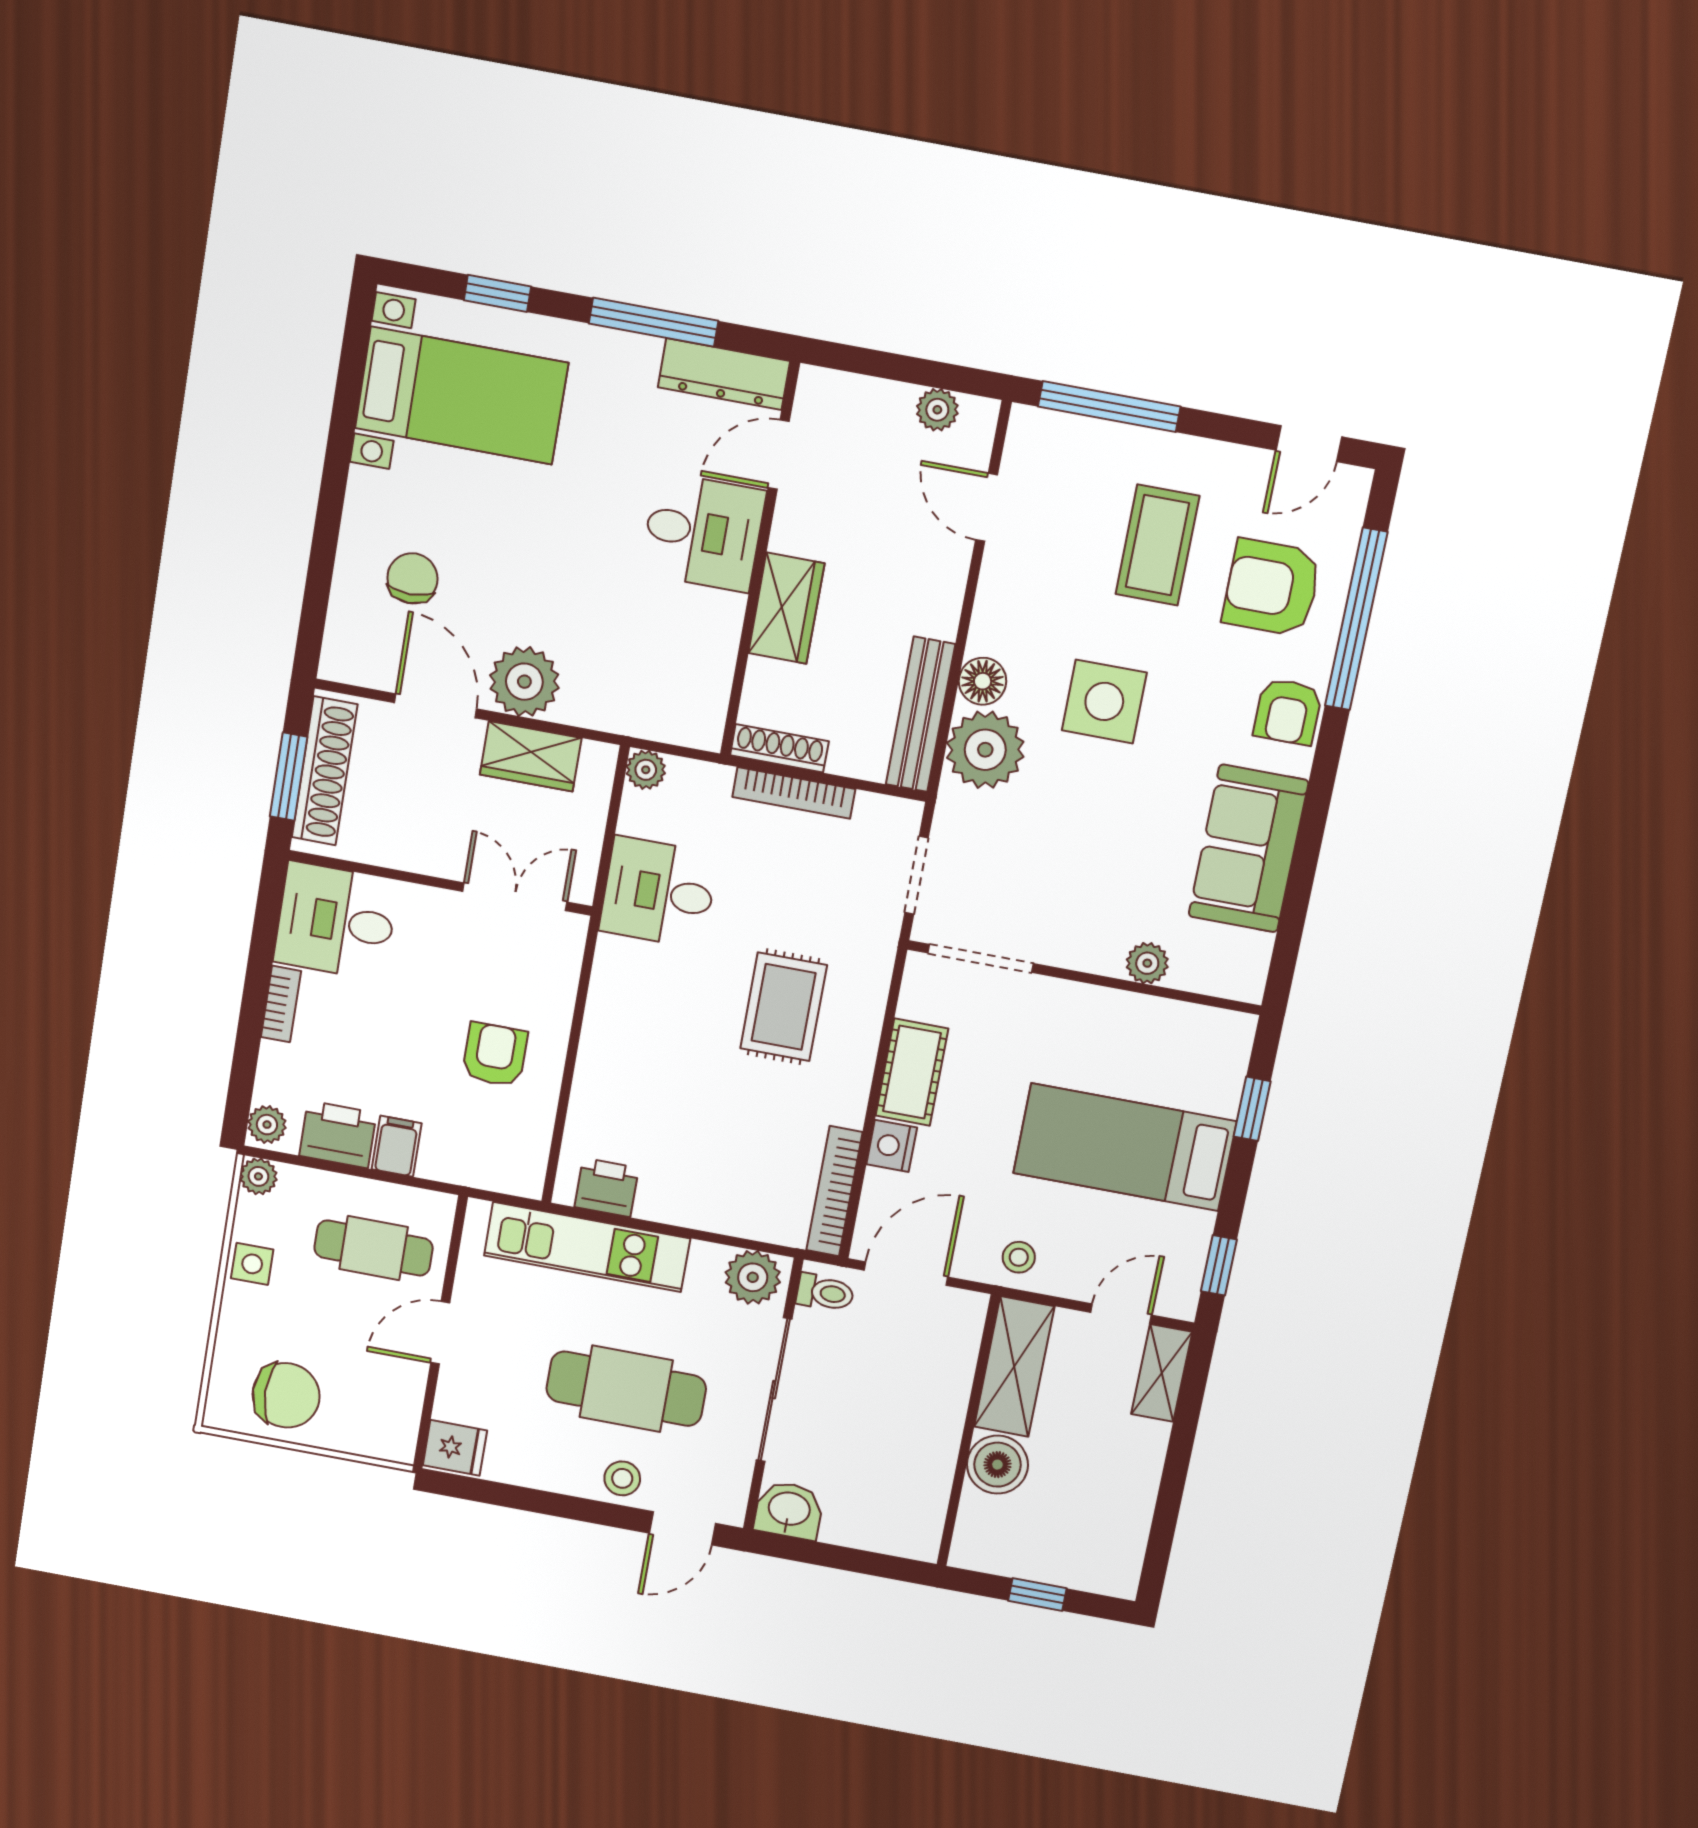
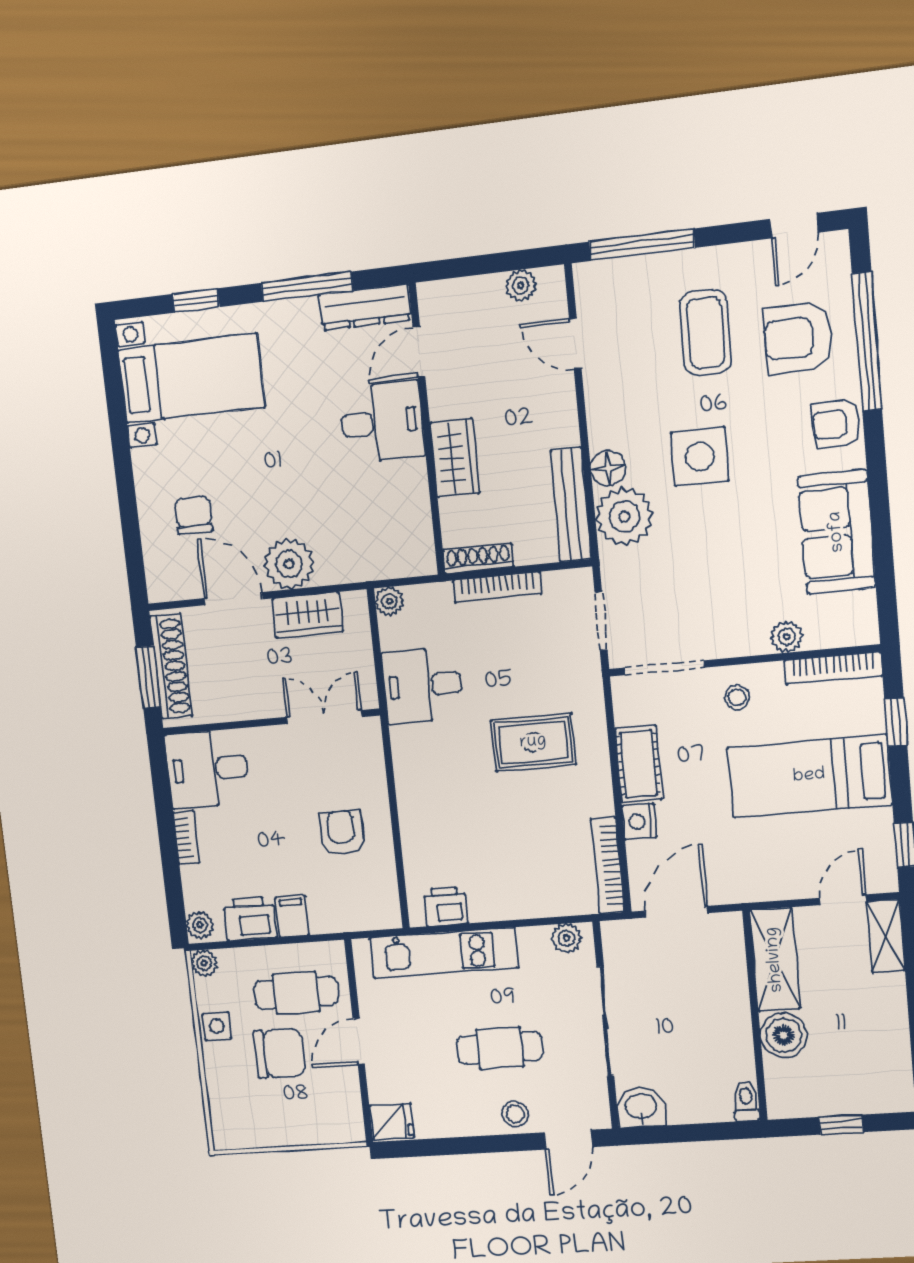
armchair: (1288, 712) -> (836, 424), turned 90
rug: (784, 1007) -> (533, 742), turned 90
bookcase: (1194, 1019) -> (833, 668), added
stool: (1019, 1257) -> (737, 697), moved
plant: (753, 1277) -> (566, 938), width x0.73, depth x0.73
toilet: (825, 1293) -> (746, 1101), moved, turned -90
cafe table: (626, 1389) -> (500, 1048), width x0.73, depth x0.74
chair: (286, 1395) -> (280, 1053), moved

